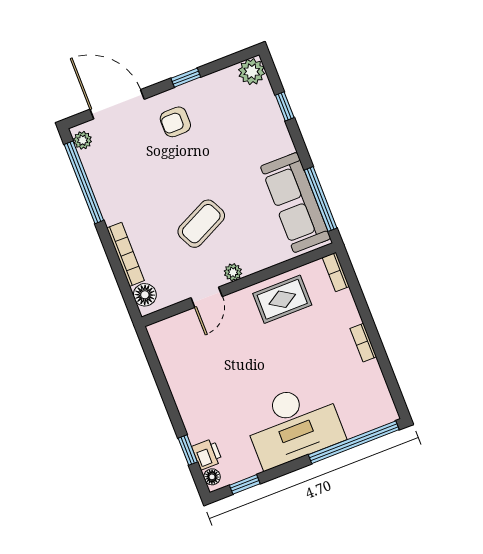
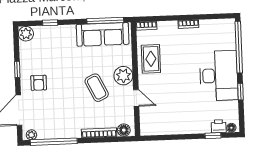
plant: (233, 272) -> (123, 76), width x1.87, depth x1.87
window: (245, 484) -> (241, 92), moved

